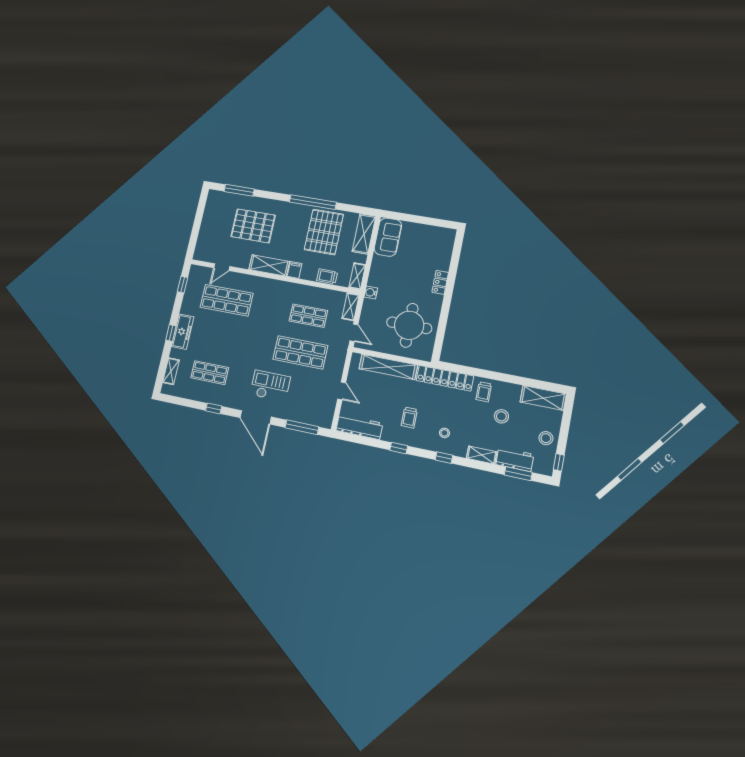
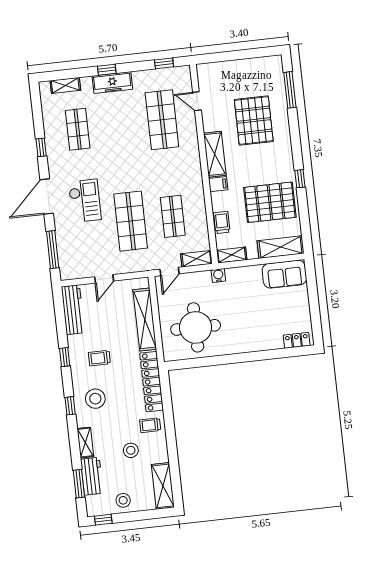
window: (313, 202) -> (300, 179), width x0.32
locker: (440, 282) -> (297, 340), moved
stool: (444, 433) -> (95, 399), width x1.89, depth x1.89

